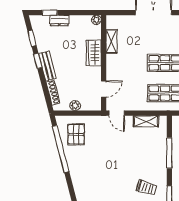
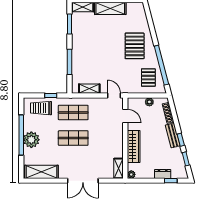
shelving: (111, 41) -> (118, 168), moved
wardrobe: (94, 53) -> (134, 147), width x1.50
door: (104, 89) -> (125, 116), swing flipped
pallet: (93, 172) -> (135, 46), added
trolley: (147, 188) -> (89, 32), removed

